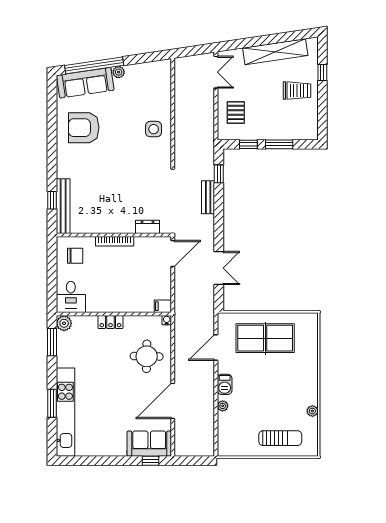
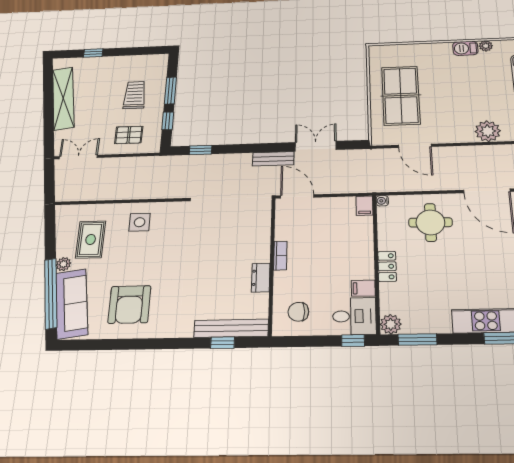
rug: (139, 91) -> (91, 239), added
trolley: (297, 91) -> (135, 95), moved
bench: (208, 197) -> (273, 159), moved
dresser: (148, 227) -> (261, 278), moved
bookcase: (115, 241) -> (280, 256), width x0.64
chair: (75, 256) -> (298, 312), turned -90
window: (52, 296) -> (353, 341), added
filing cabinet: (93, 304) -> (363, 288), added
barbecue: (225, 384) -> (465, 48), moved, turned 180
plant: (223, 406) -> (488, 131), width x1.88, depth x1.88

